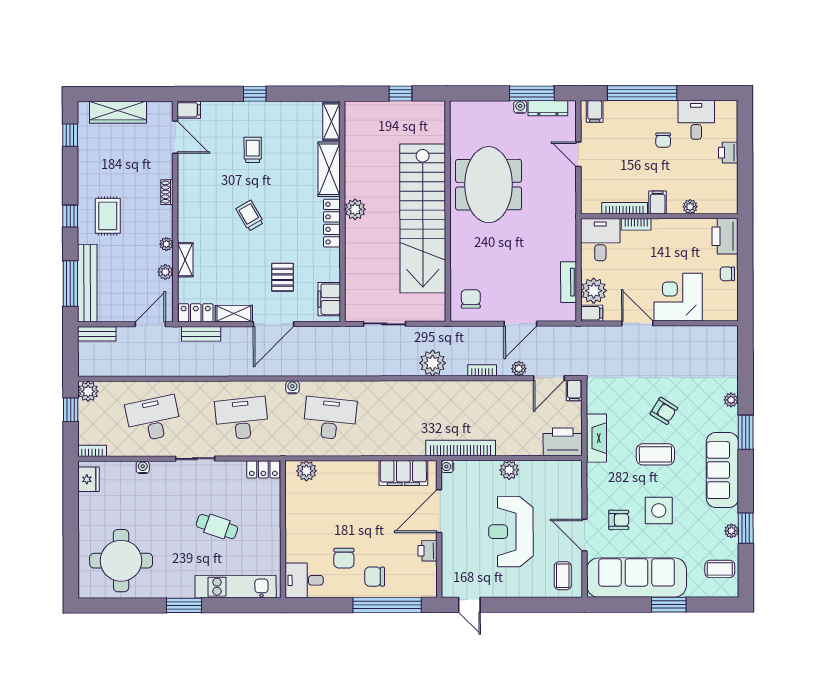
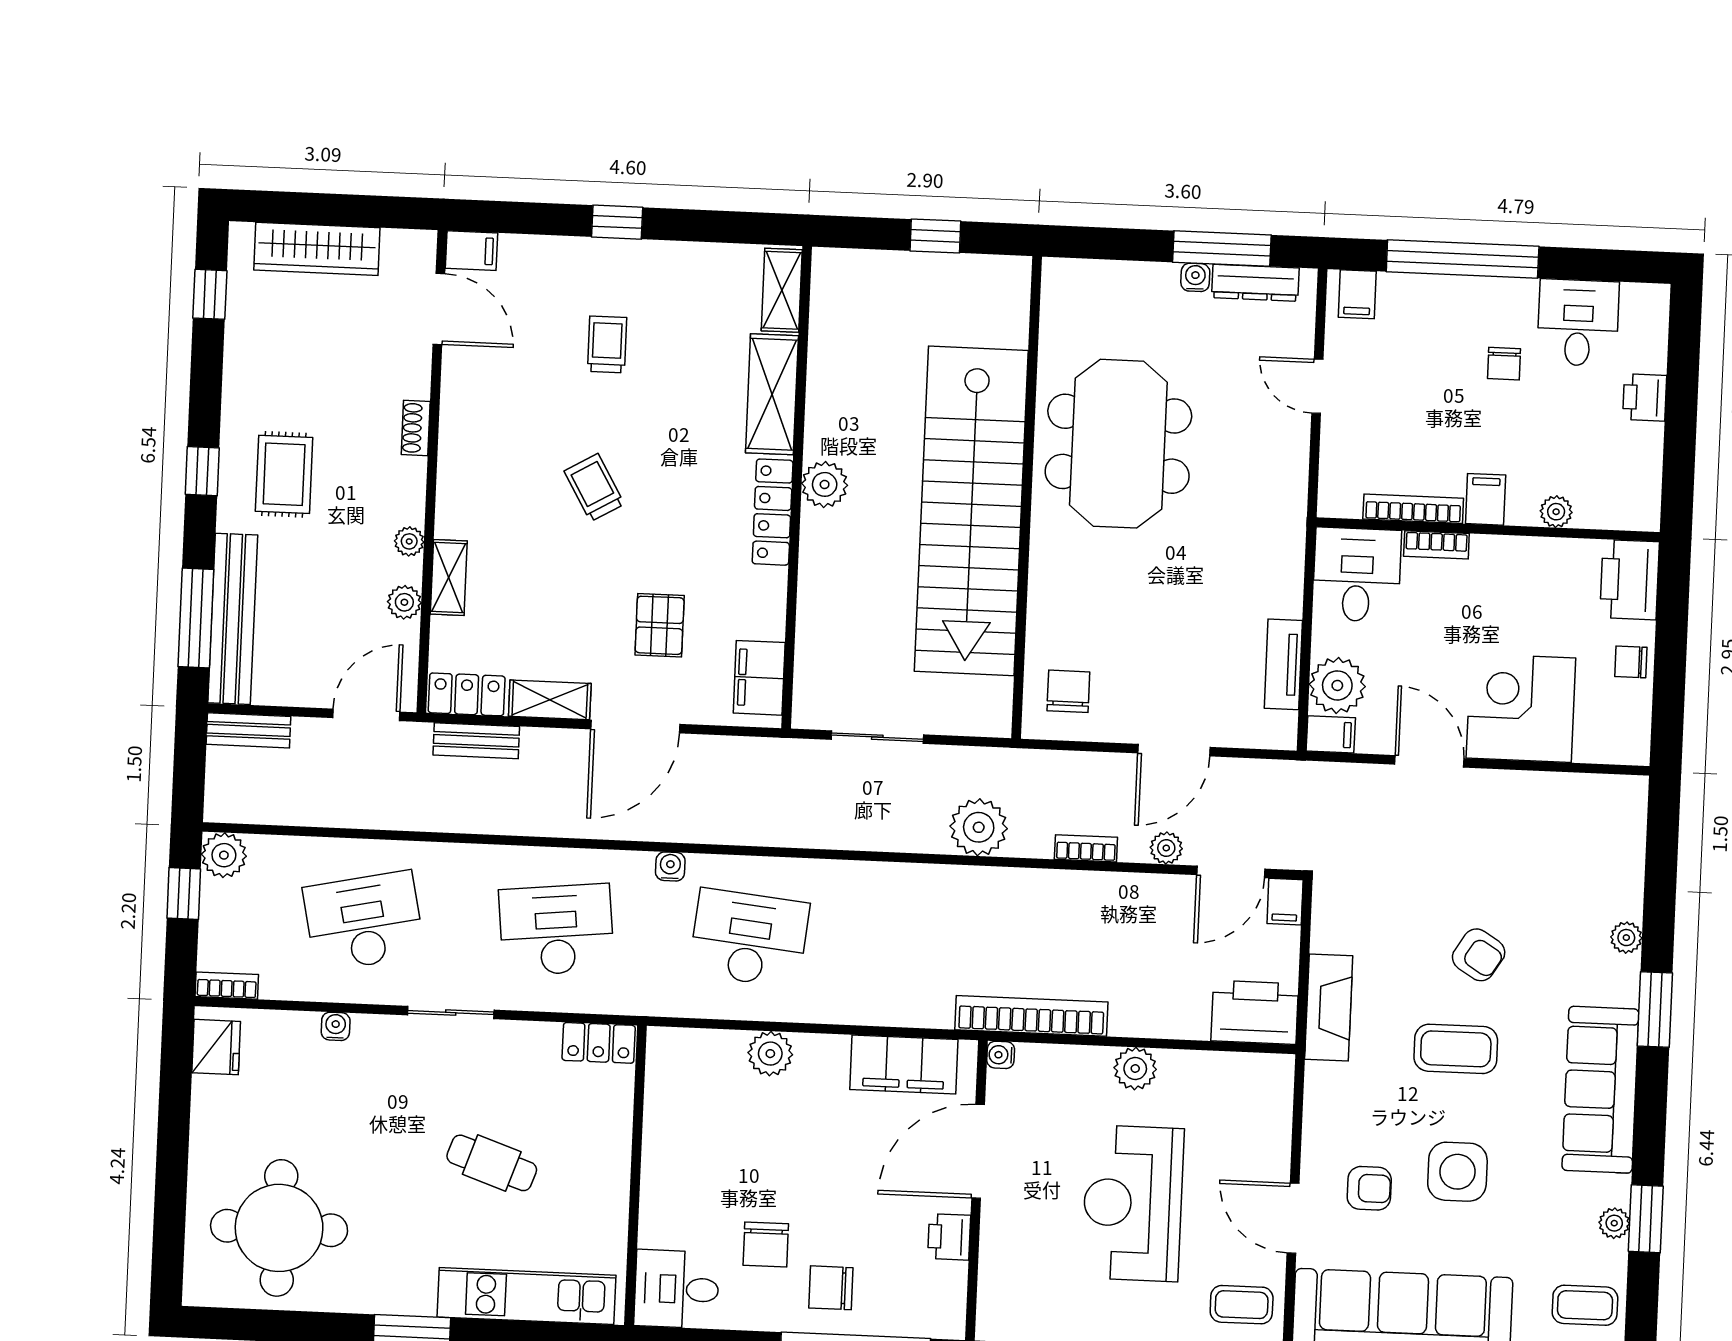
plant: (306, 471) -> (770, 1054), moved
coffee table: (563, 576) -> (1242, 1305), turned 90

